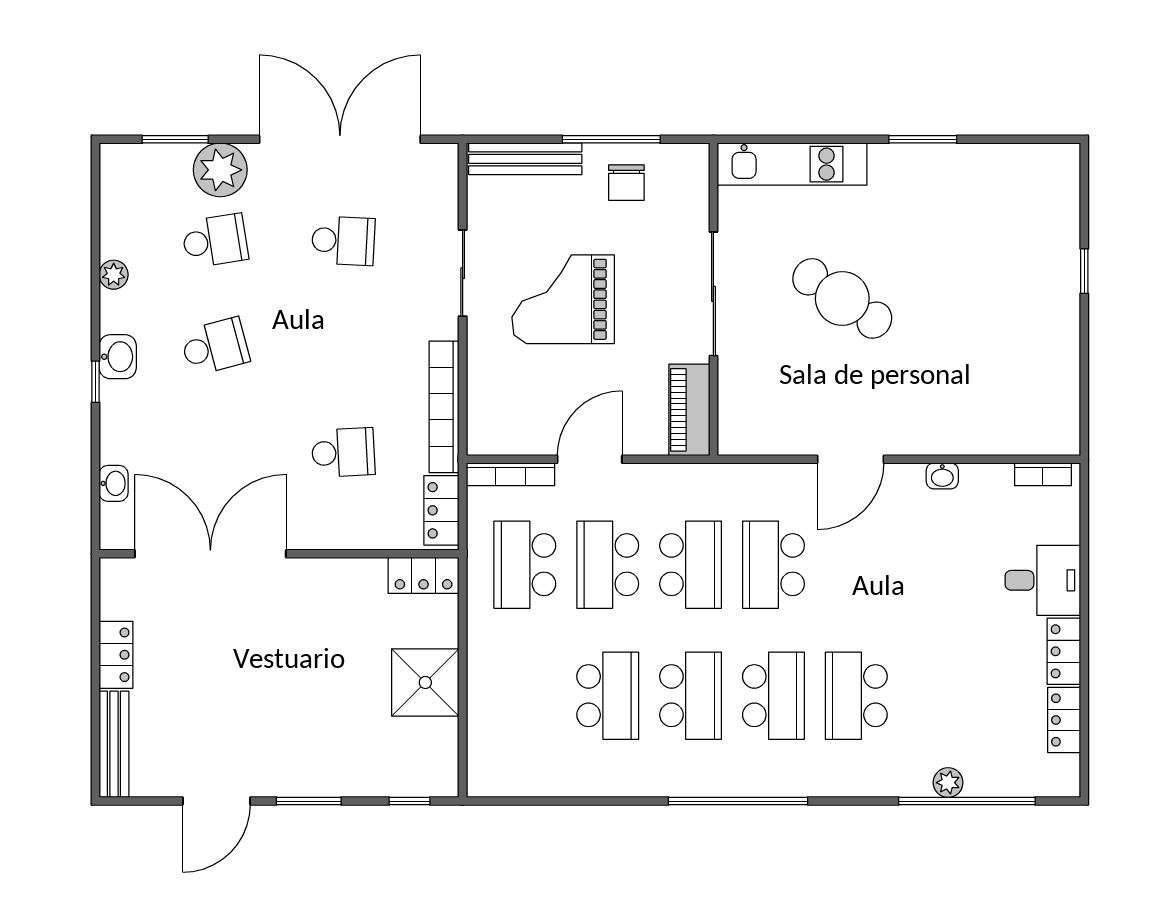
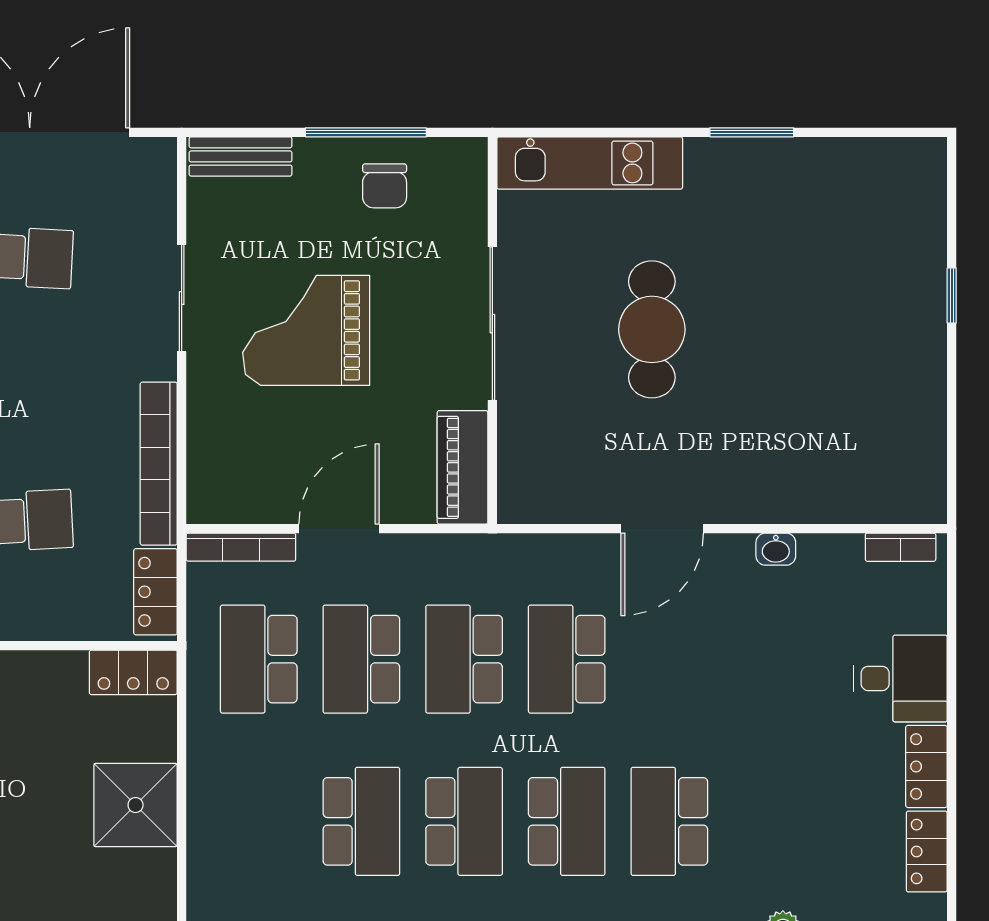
bench: (525, 159) -> (241, 156), width x0.73
cafe table: (842, 298) -> (652, 329), turned 56
school desk: (691, 565) -> (464, 659), turned 180

